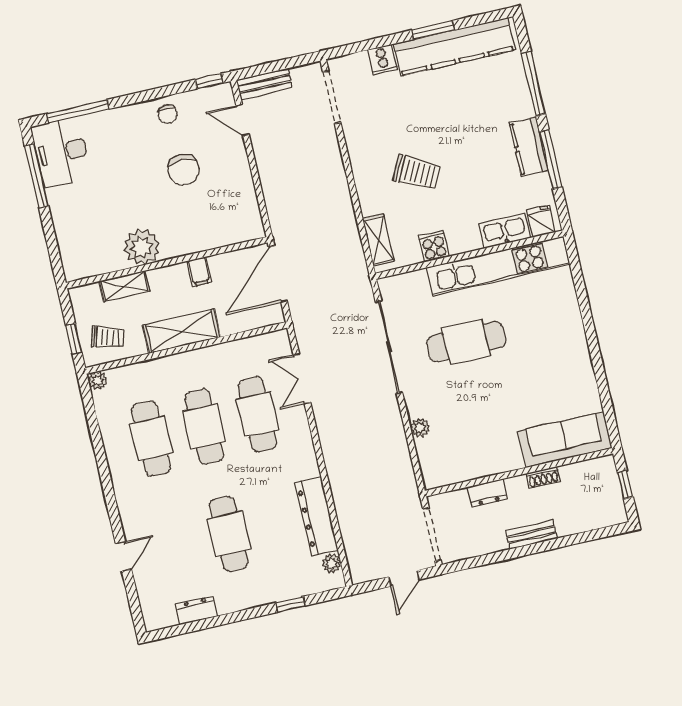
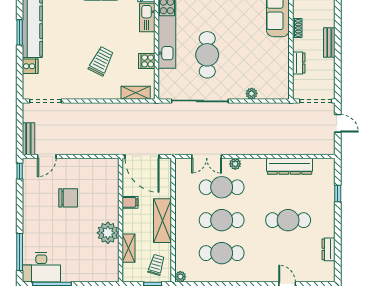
chair: (168, 114) -> (33, 200), removed
plant: (332, 563) -> (235, 164), moved

